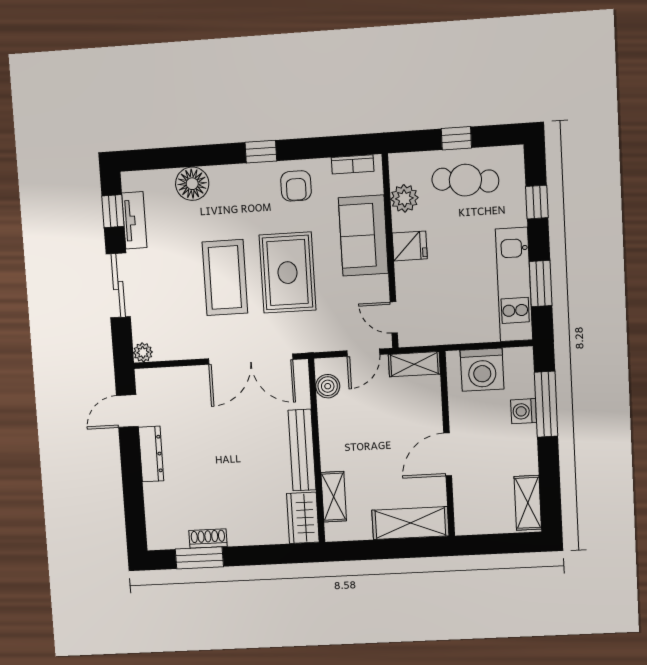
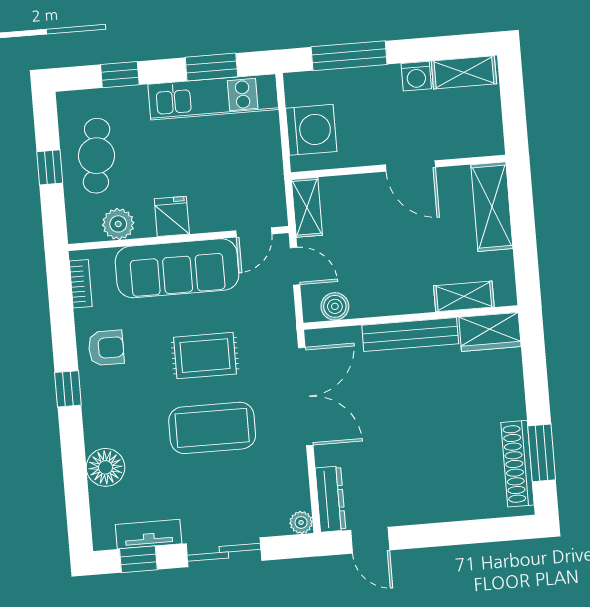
sofa: (363, 235) -> (177, 268), width x1.36
rug: (288, 273) -> (205, 356), width x0.73, depth x0.70
washing machine: (524, 411) -> (416, 76), moved
dresser: (151, 454) -> (330, 499), moved, turned 90
shoe rack: (208, 539) -> (517, 464), width x1.94, depth x1.24

